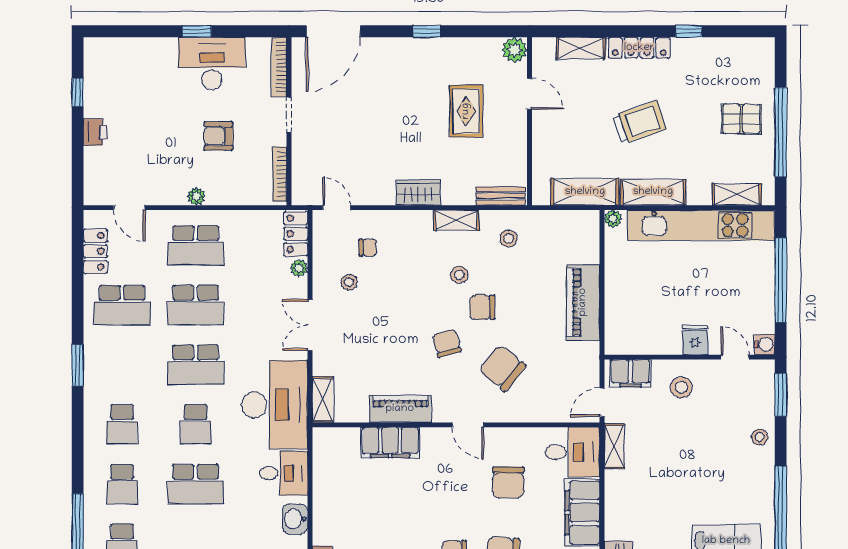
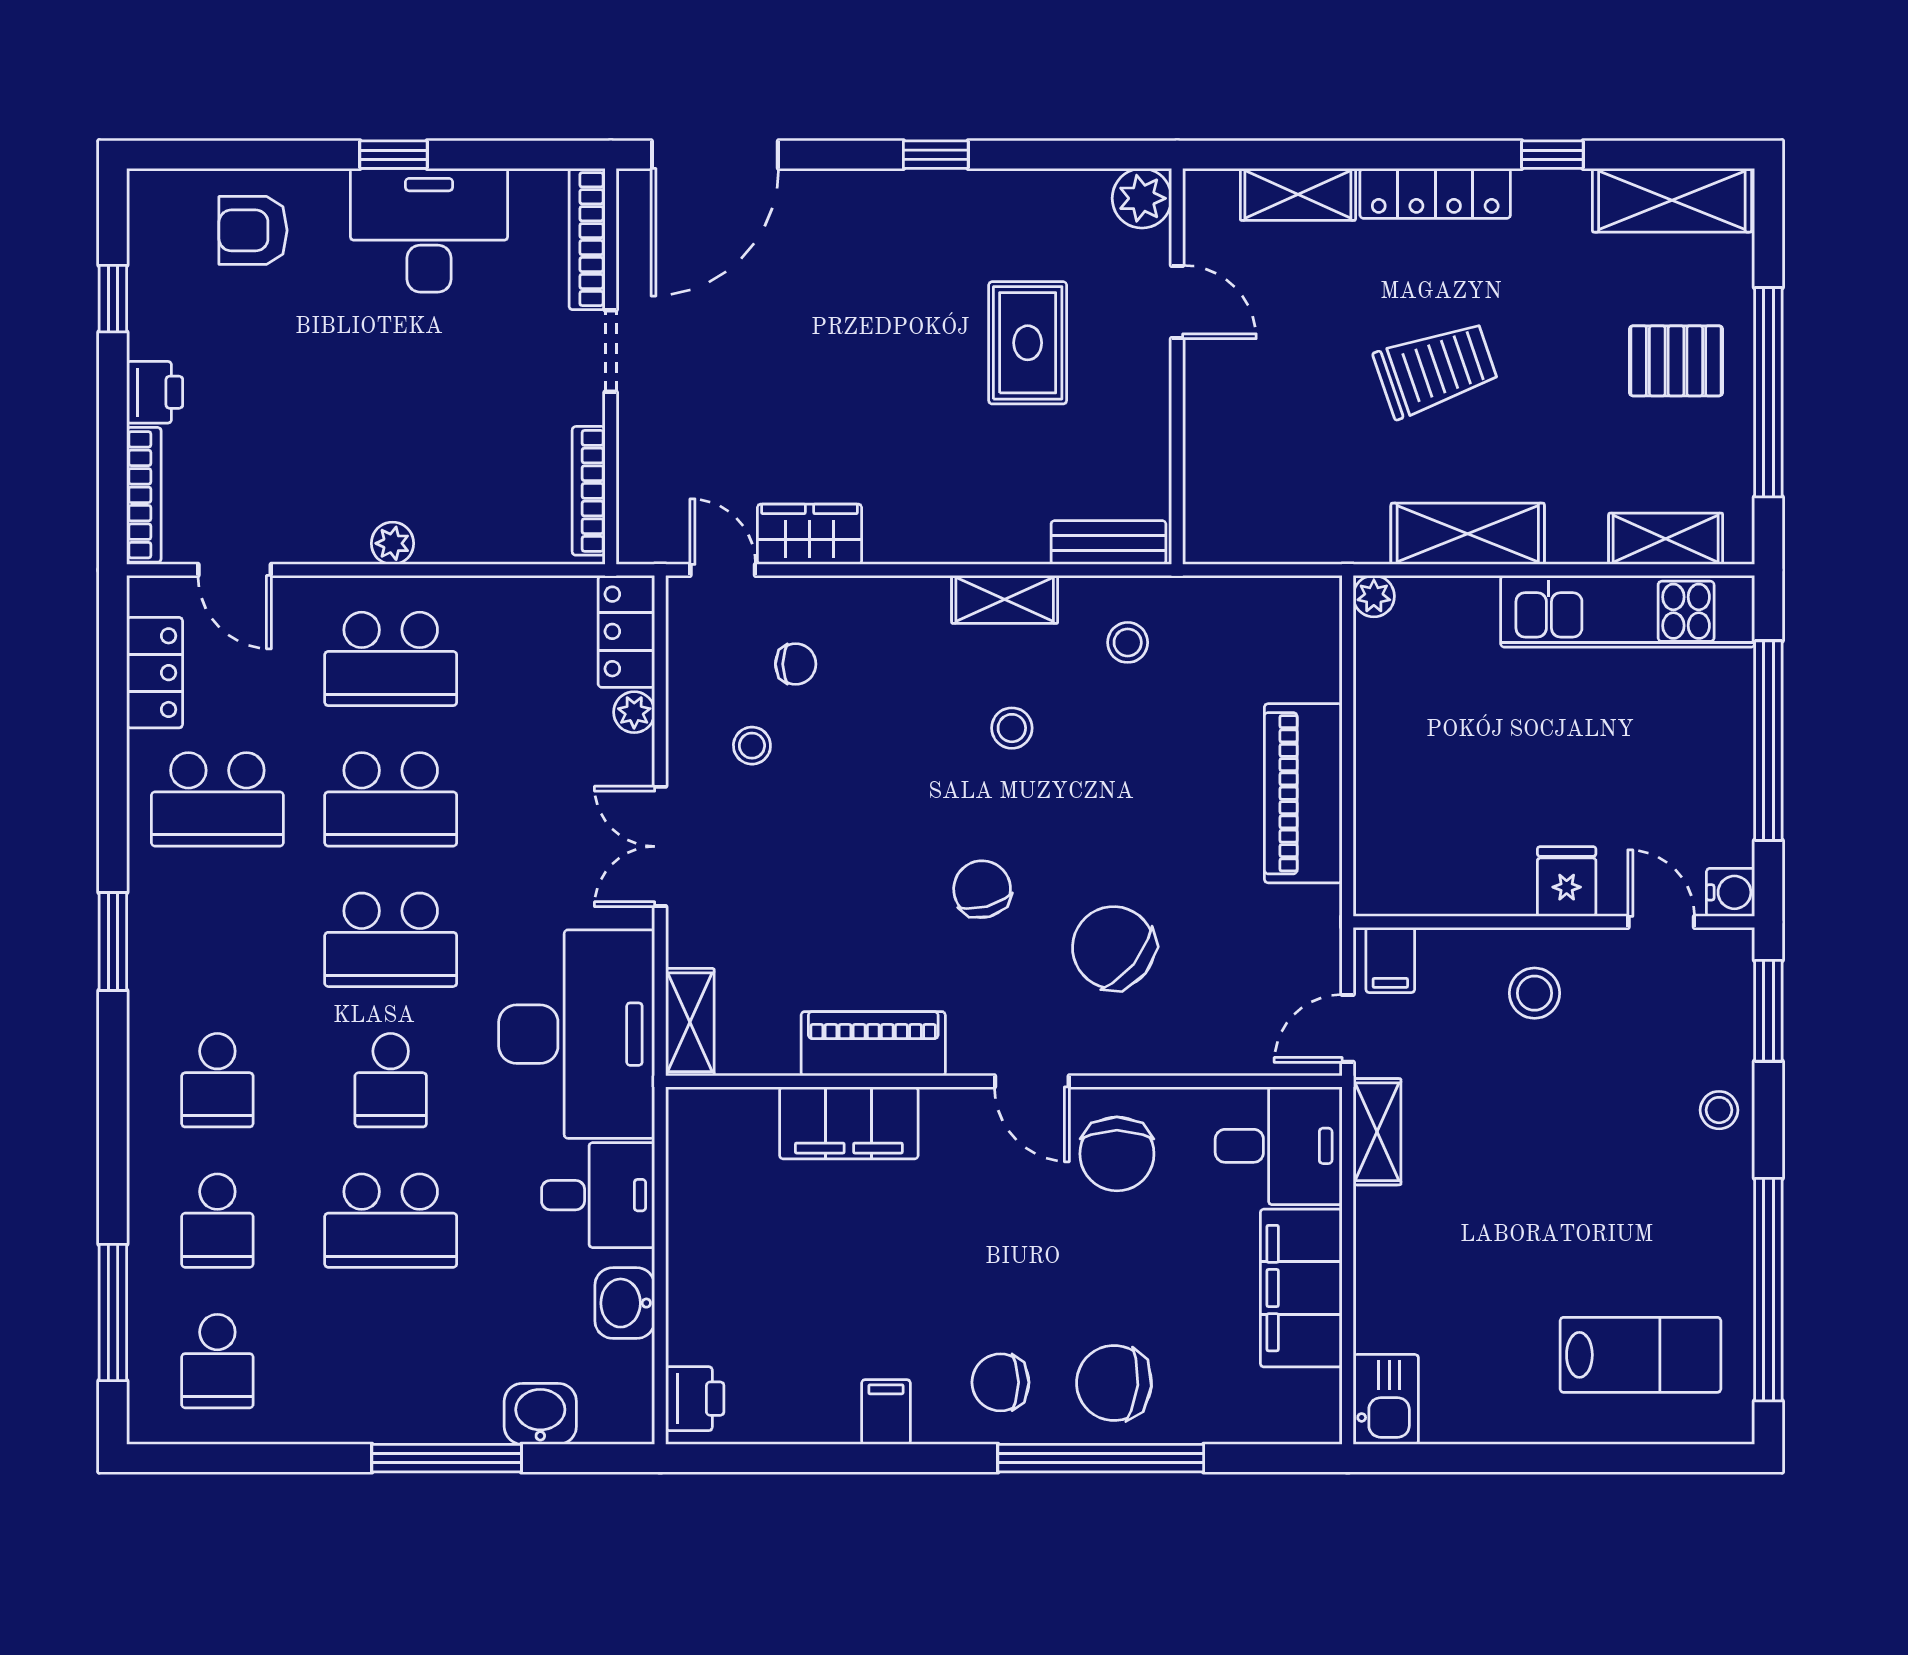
armchair: (218, 136) -> (253, 230), moved
bookcase: (91, 176) -> (144, 495), added
wardrobe: (418, 192) -> (809, 534), moved
shelving: (585, 192) -> (1672, 200), moved
kitchen unit: (701, 225) -> (1628, 611), width x0.73
chair: (482, 307) -> (1066, 805), removed
filing cabinet: (630, 373) -> (1390, 960), width x0.50
chair: (508, 482) -> (1117, 1154), moved

